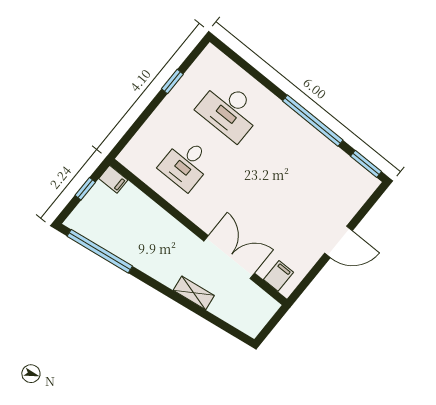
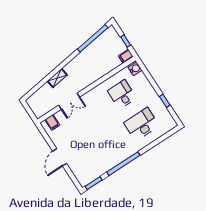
water cooler: (131, 155) -> (135, 69), added
double door: (229, 257) -> (69, 101), width x0.73

